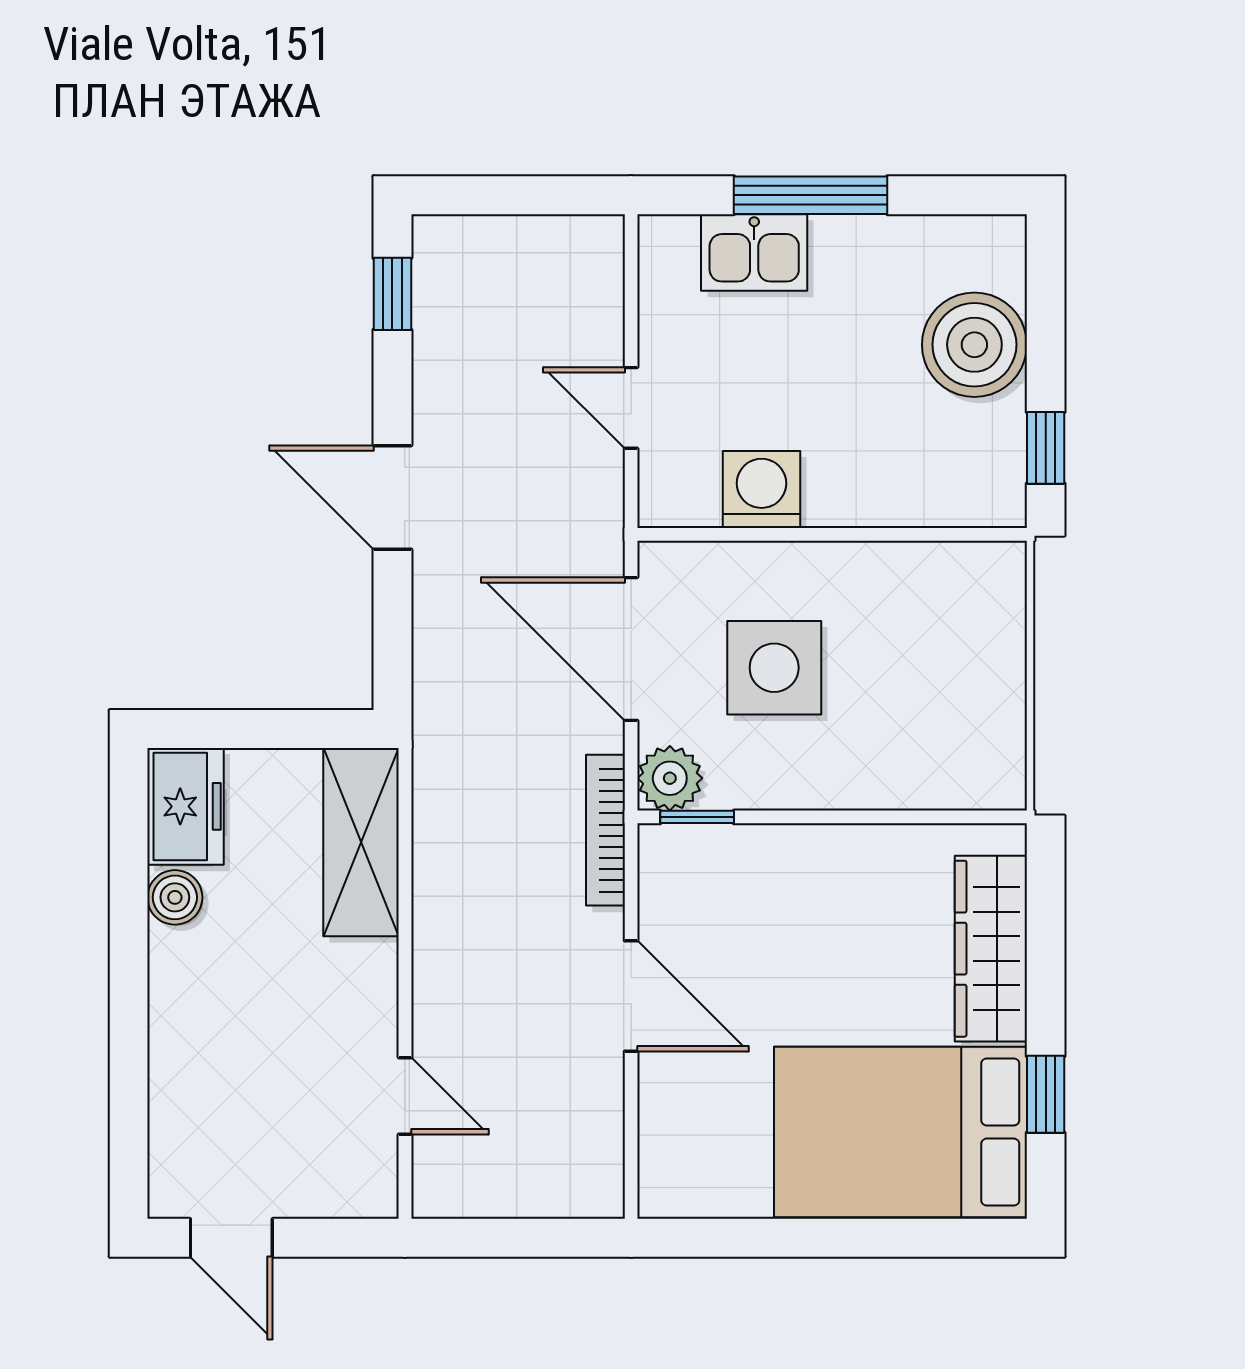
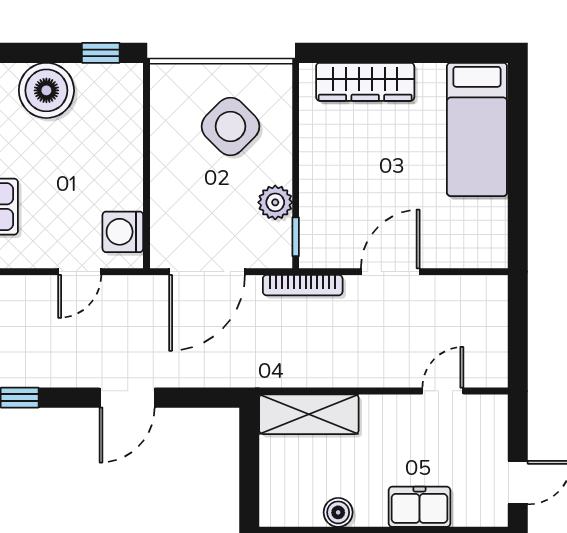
washing machine: (762, 489) -> (123, 232), moved
side table: (774, 668) -> (230, 126), moved, turned 45
plant: (670, 778) -> (275, 202), moved
freezer: (186, 806) -> (419, 507), moved
window: (1046, 1094) -> (442, 53), removed
bed: (900, 1132) -> (477, 129), width x0.67

